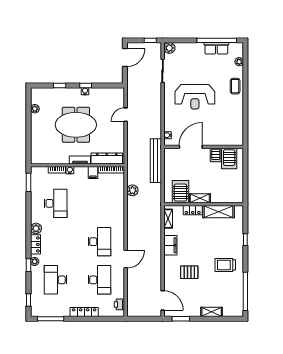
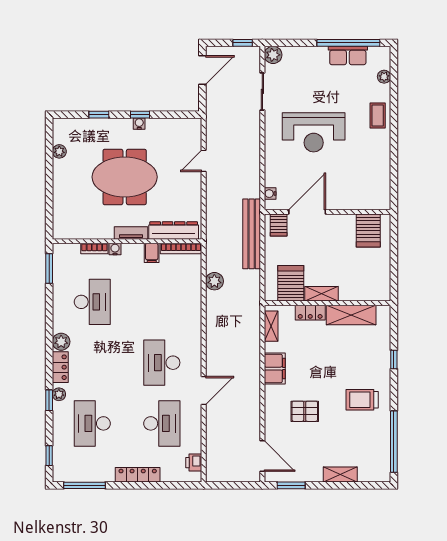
server rack: (216, 155) -> (279, 225), moved
desk: (99, 242) -> (162, 363), turned 180

